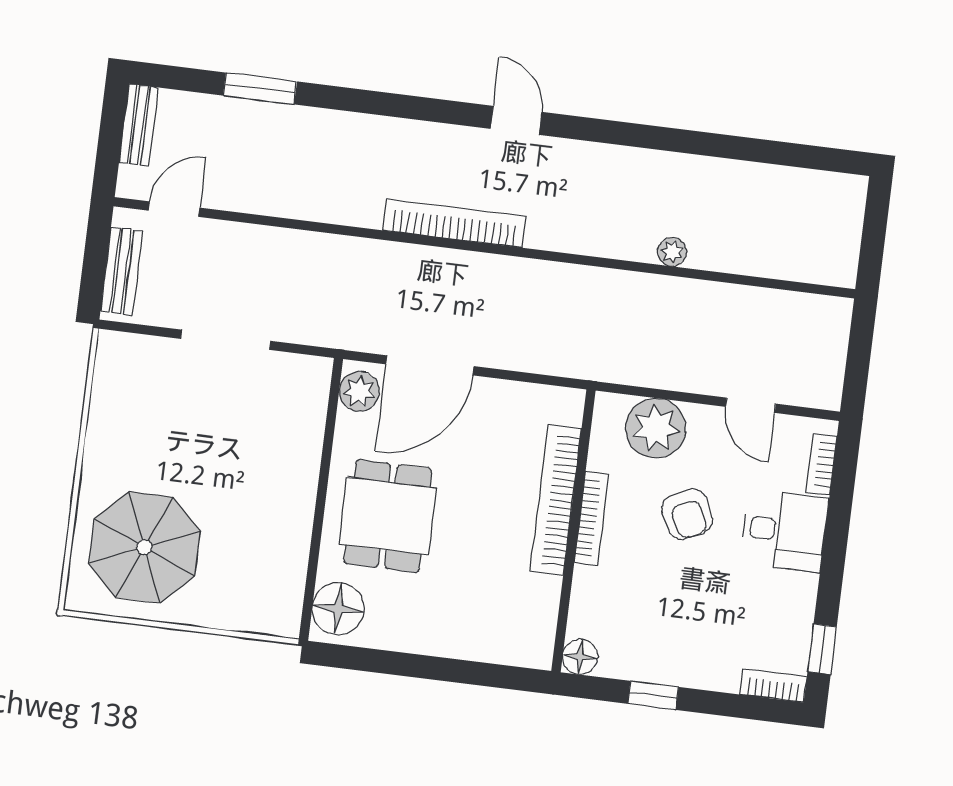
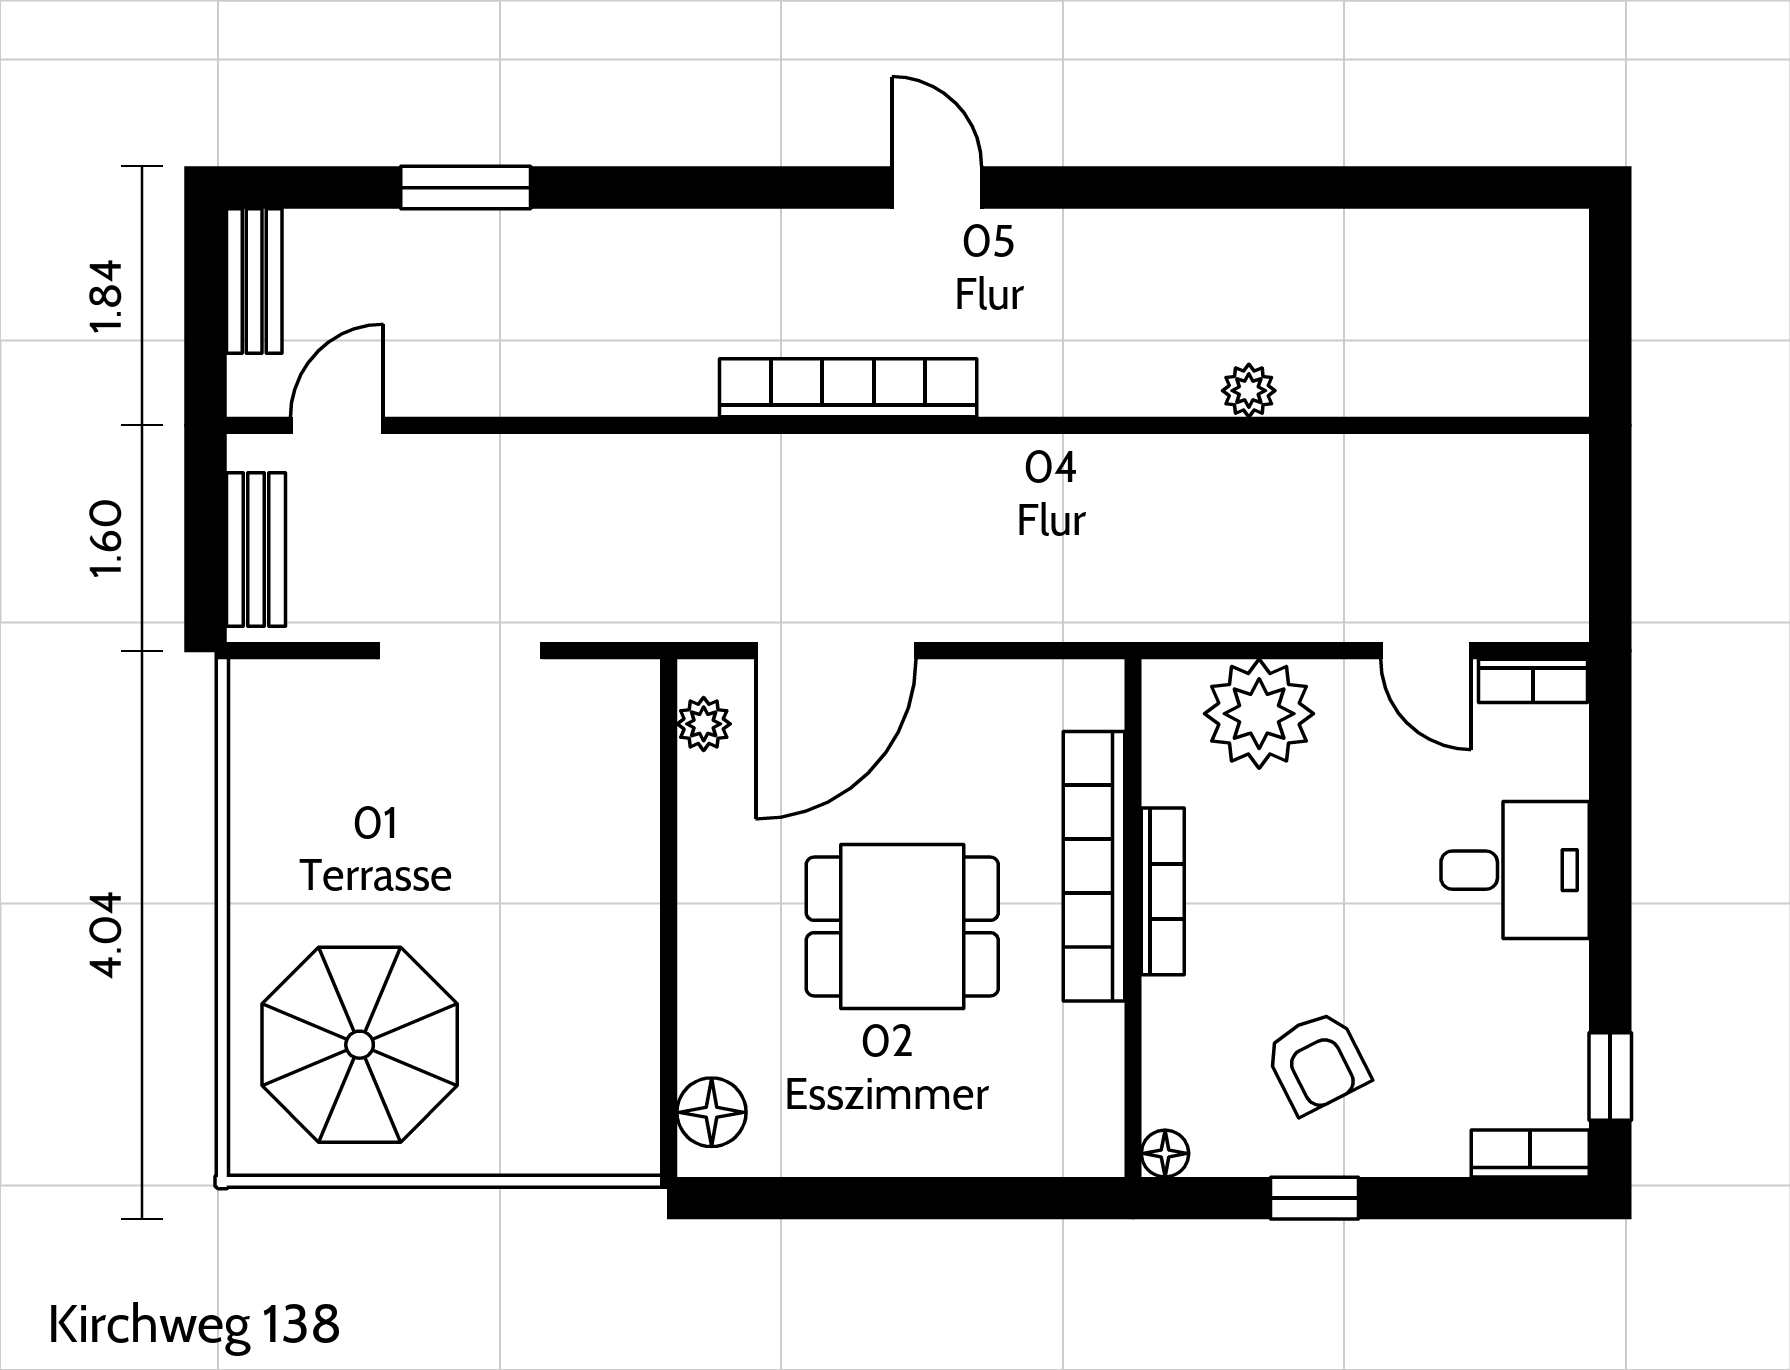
plant: (359, 391) -> (704, 724), width x0.73, depth x0.73
bookcase: (821, 464) -> (1533, 681), moved, turned -90
armchair: (687, 514) -> (1317, 1062), moved
dining table: (388, 516) -> (902, 926), moved, turned 90
floor lamp: (338, 609) -> (712, 1112), width x0.73, depth x0.73
floor lamp: (580, 657) -> (1165, 1153), width x0.73, depth x0.73

